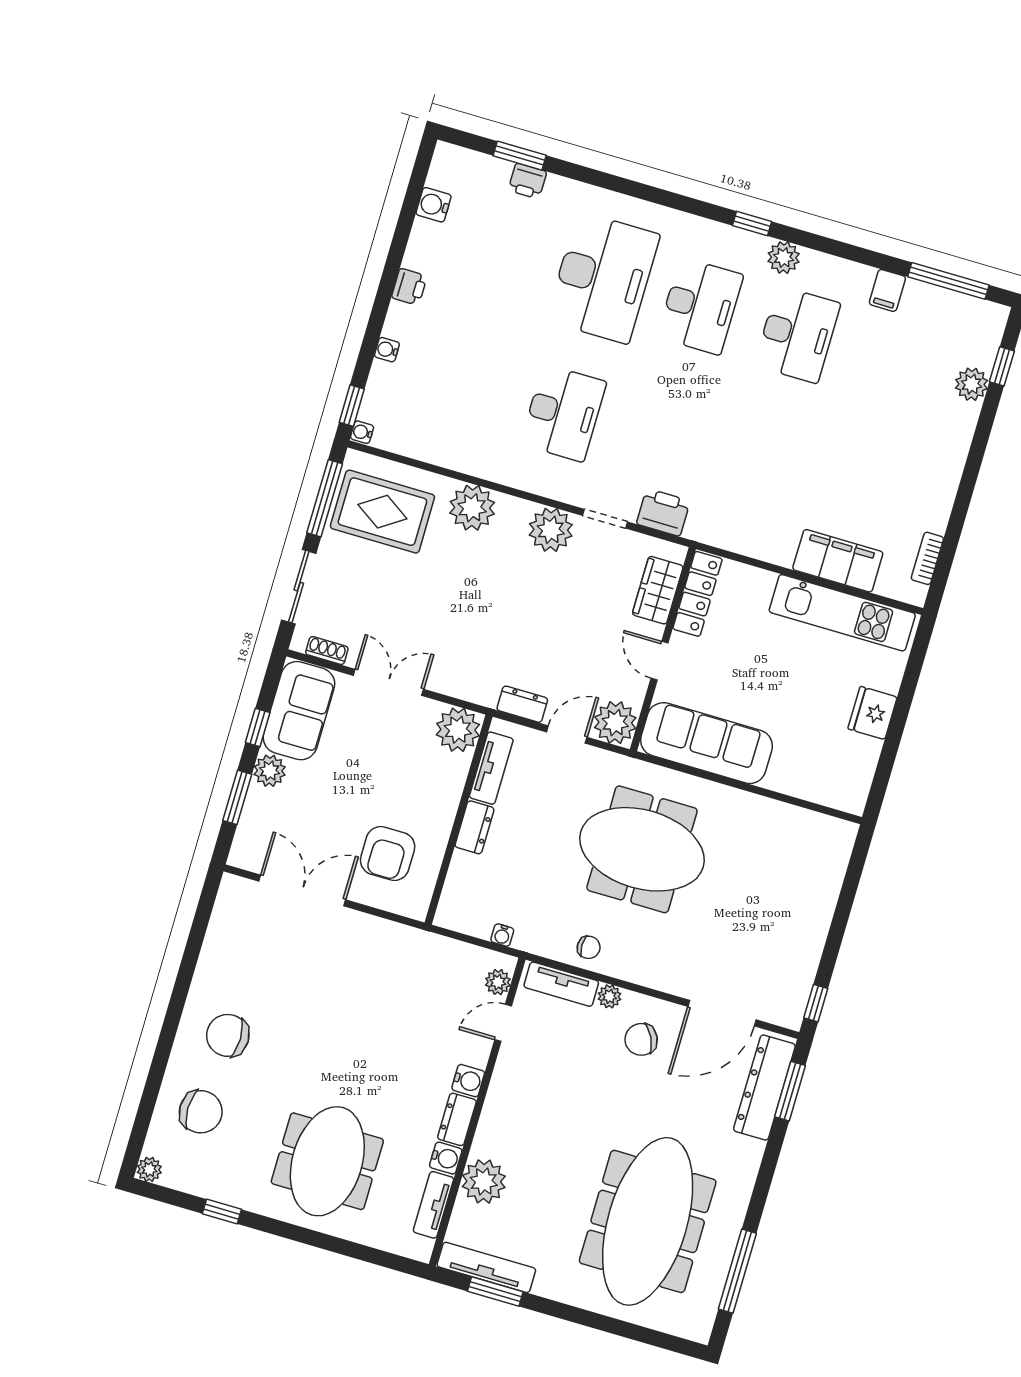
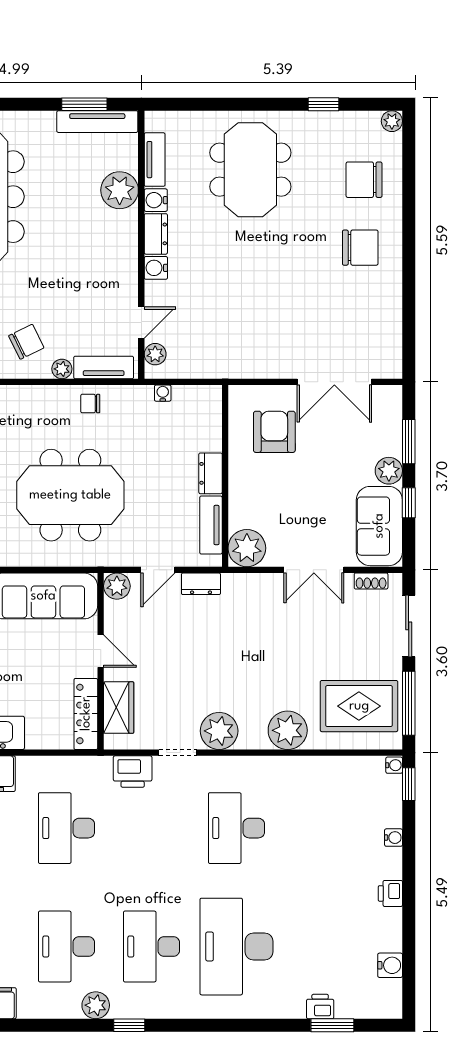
desk: (758, 470) -> (66, 828), added
plant: (615, 723) -> (117, 586), width x0.73, depth x0.73

